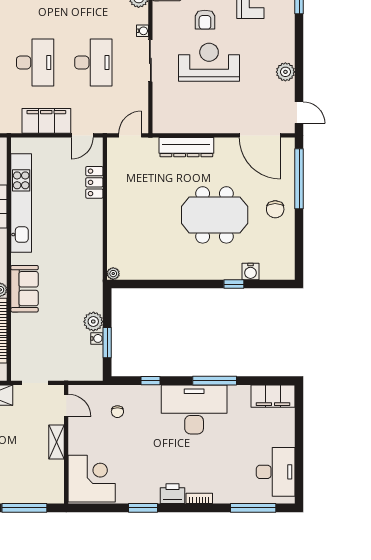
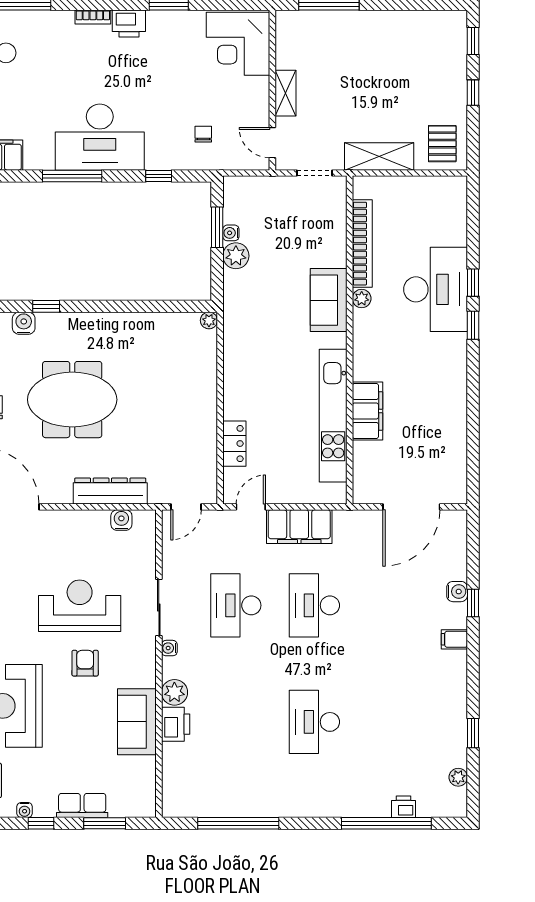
reception desk: (209, 62) -> (80, 606), turned 180
water cooler: (178, 126) -> (121, 520), added

